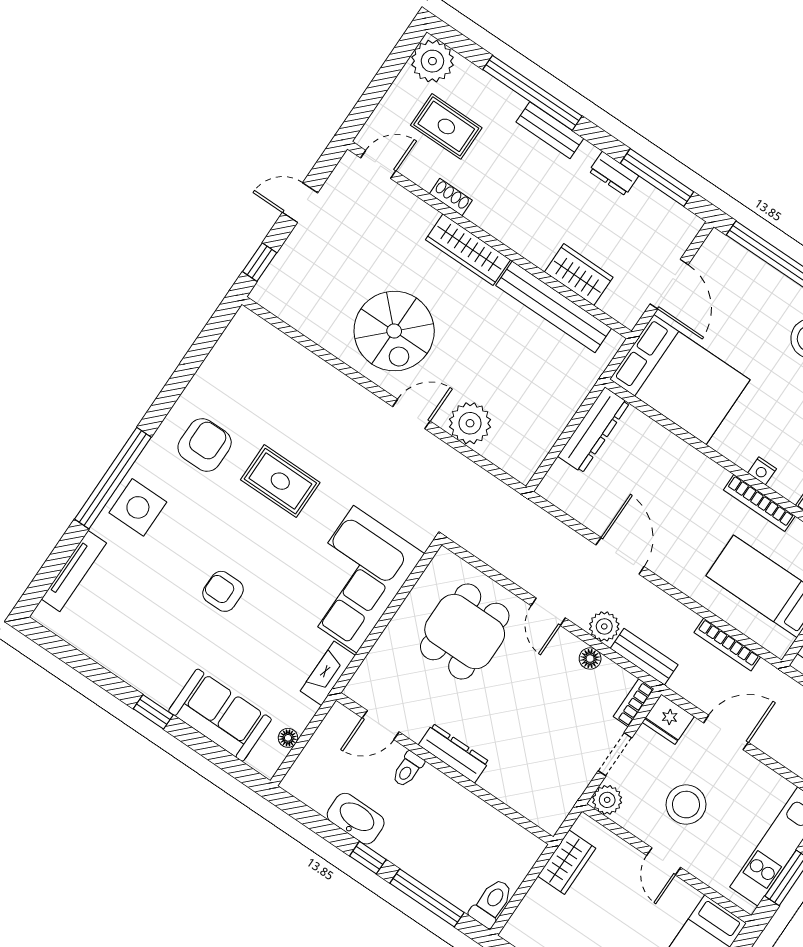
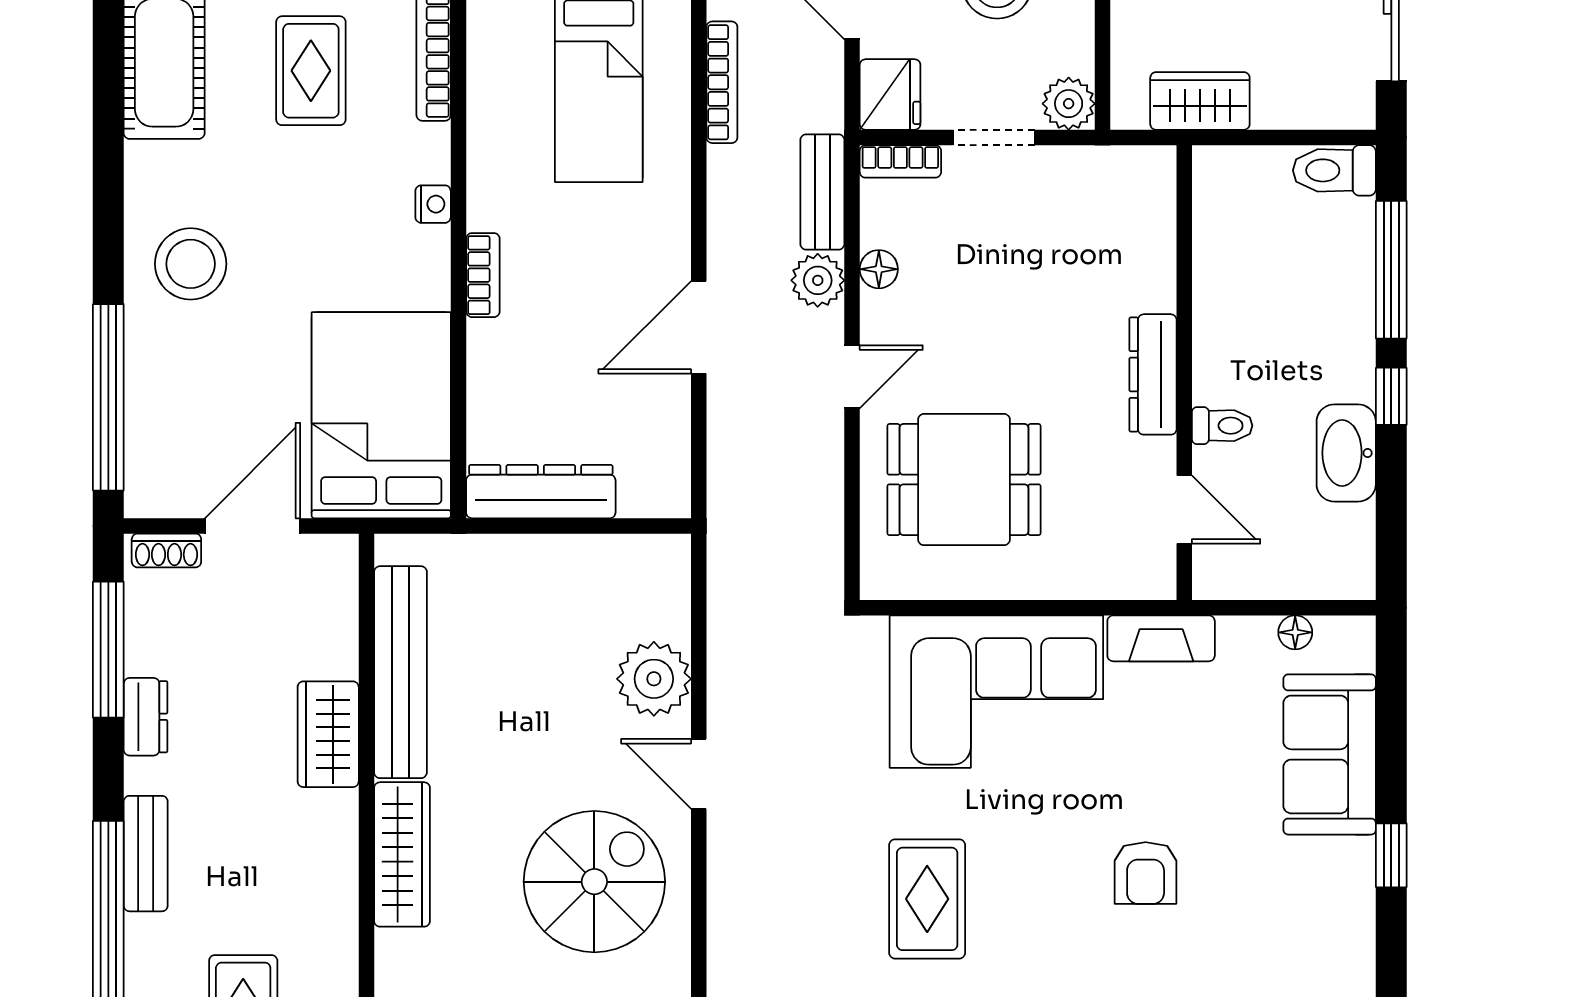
shoe rack: (451, 197) -> (166, 550), moved, turned -90
wardrobe: (579, 275) -> (328, 734), moved
bookcase: (759, 503) -> (483, 275), moved, width x0.64

